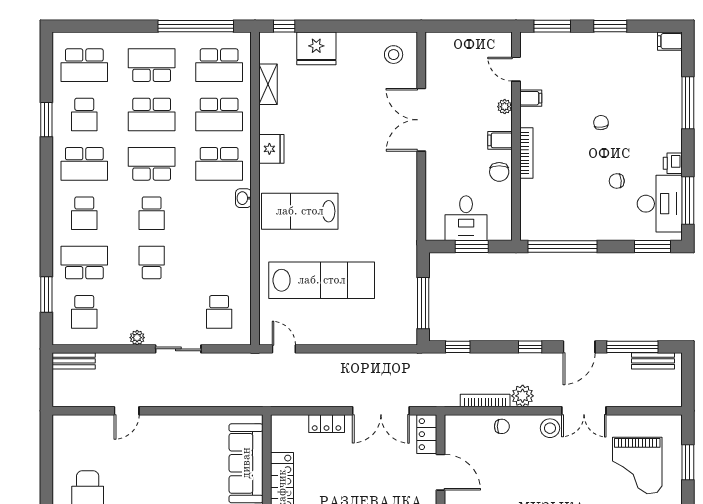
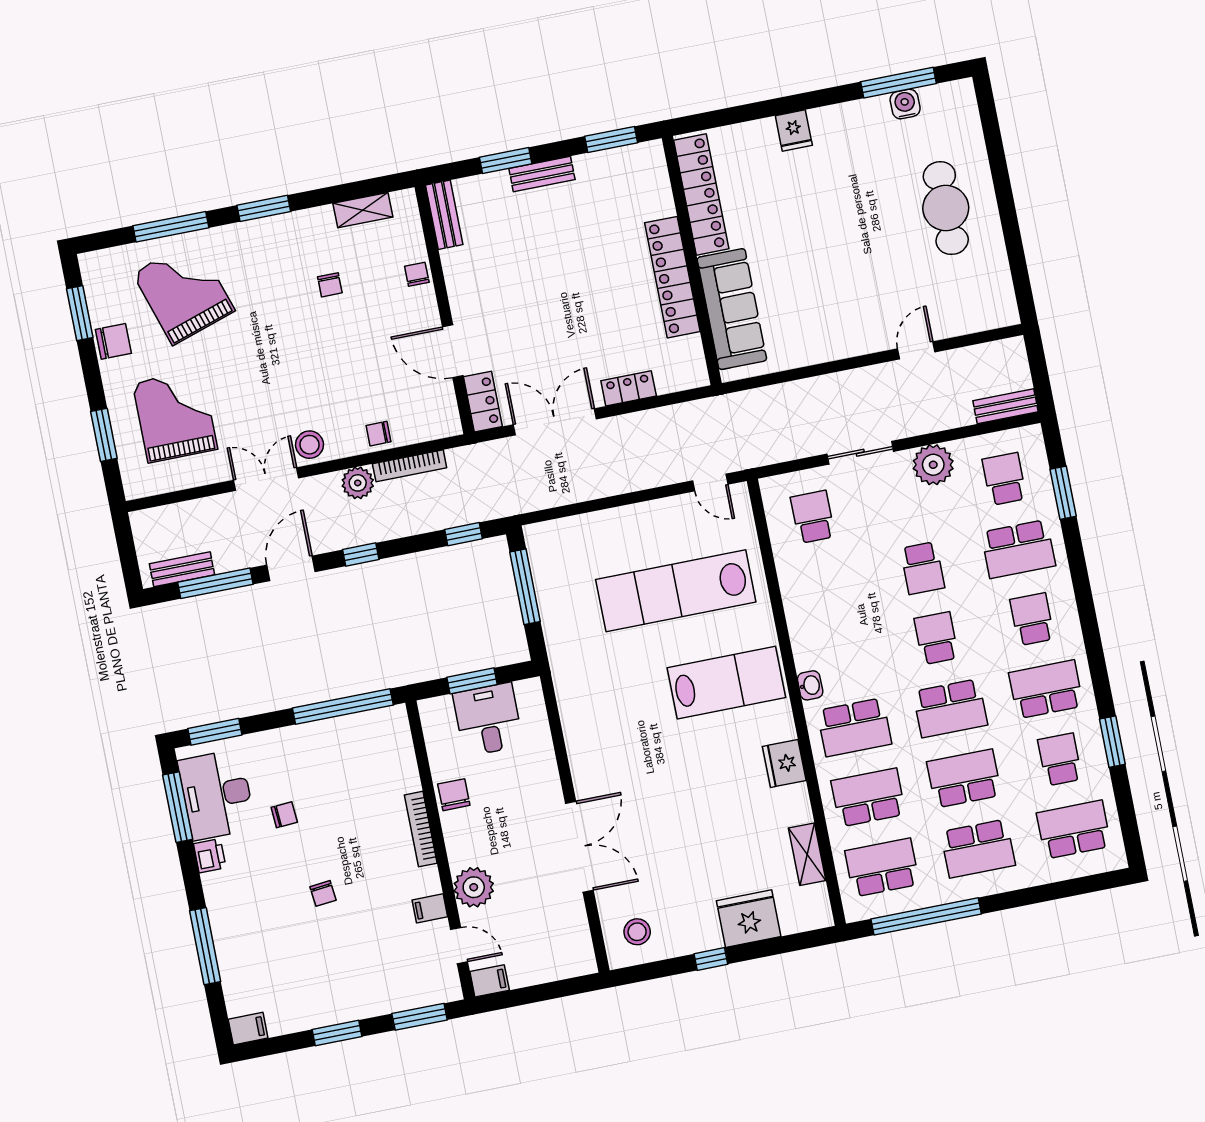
window: (284, 26) -> (711, 959), moved
plant: (505, 107) -> (474, 887), width x1.88, depth x1.88
filing cabinet: (500, 140) -> (490, 981), moved
school desk: (219, 164) -> (854, 727), turned 180
plant: (137, 338) -> (933, 465), width x1.88, depth x1.88

